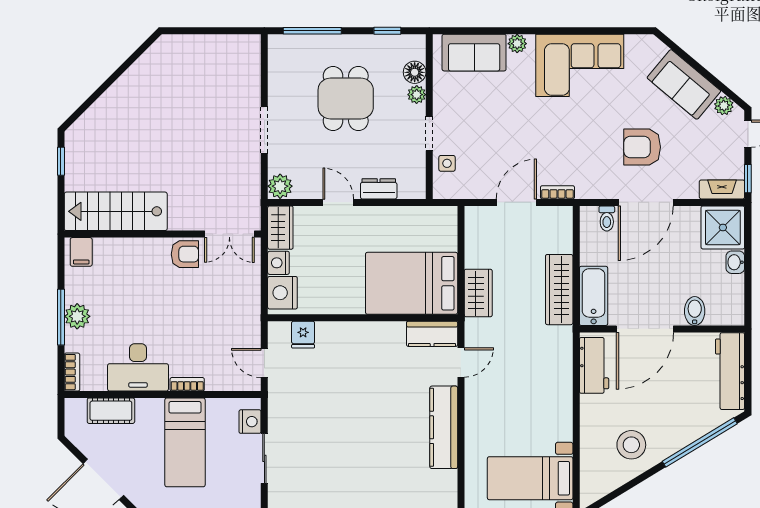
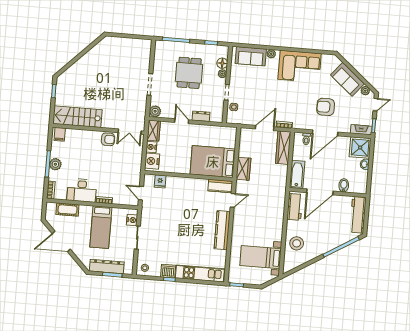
wardrobe: (559, 290) -> (283, 148), moved
stool: (631, 445) -> (297, 243), moved

